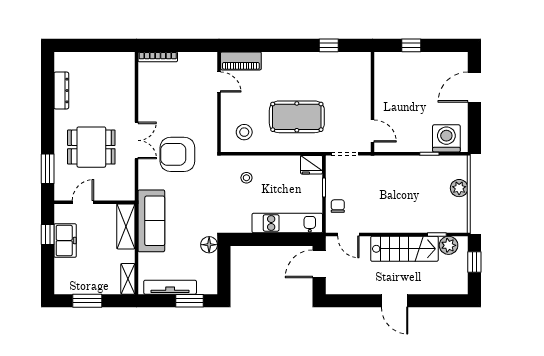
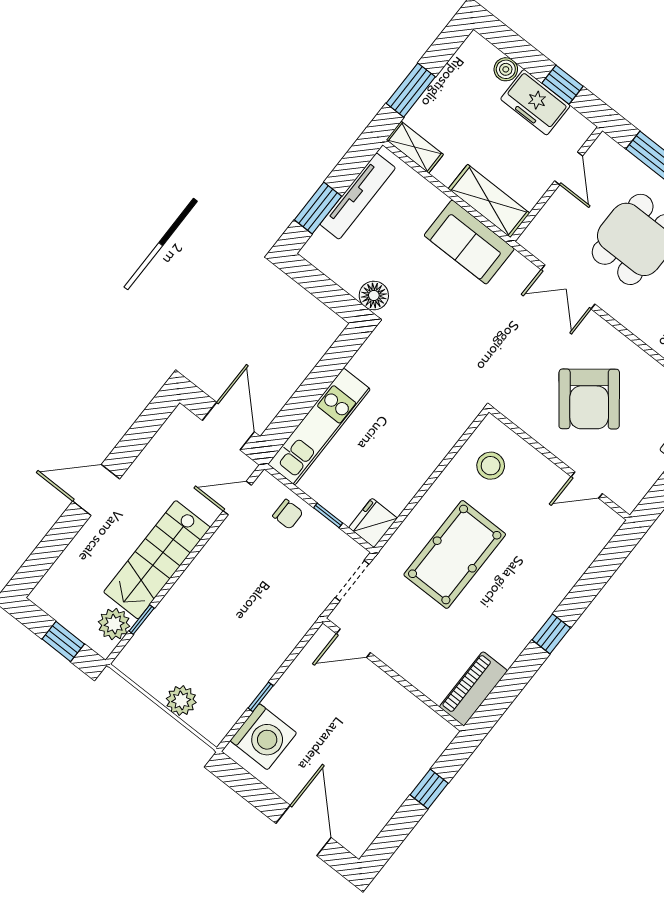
window: (329, 45) -> (551, 634), moved
piano: (241, 61) -> (473, 689), moved
double door: (137, 140) -> (568, 287), moved
armchair: (177, 154) -> (589, 399), moved, turned 142
stool: (246, 178) -> (425, 419), removed
sofa: (151, 221) -> (469, 242), width x0.73
boiler: (61, 265) -> (506, 69), added
window: (87, 301) -> (411, 90), moved

